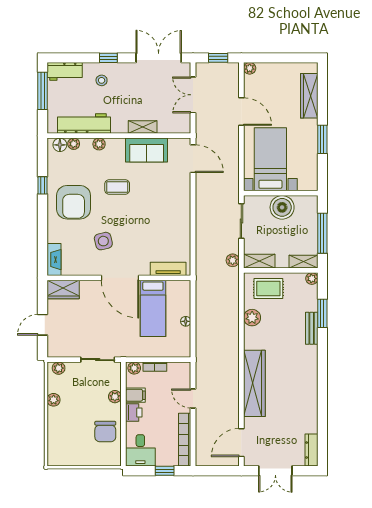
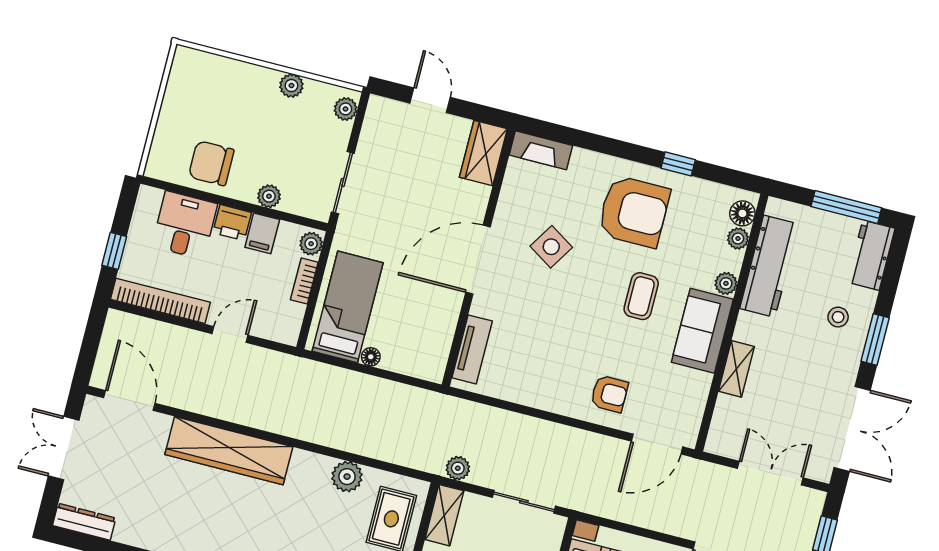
window: (108, 58) -> (875, 339), width x1.50
sofa: (147, 150) -> (702, 331), moved
armchair: (173, 191) -> (609, 394), added
armchair: (74, 202) -> (634, 211), turned 180
side table: (103, 241) -> (551, 247), turned 45
bed: (153, 308) -> (348, 307), moved, turned 90
desk: (140, 450) -> (185, 225), moved, turned 90

